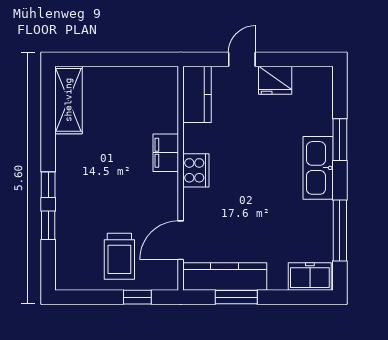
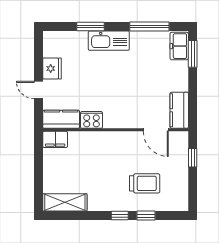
filing cabinet: (166, 153) -> (55, 139), moved
cooker: (196, 170) -> (91, 120), moved
trolley: (119, 256) -> (145, 183), moved
kitchen counter: (225, 276) -> (179, 110), width x0.67
window: (236, 297) -> (193, 54), moved

